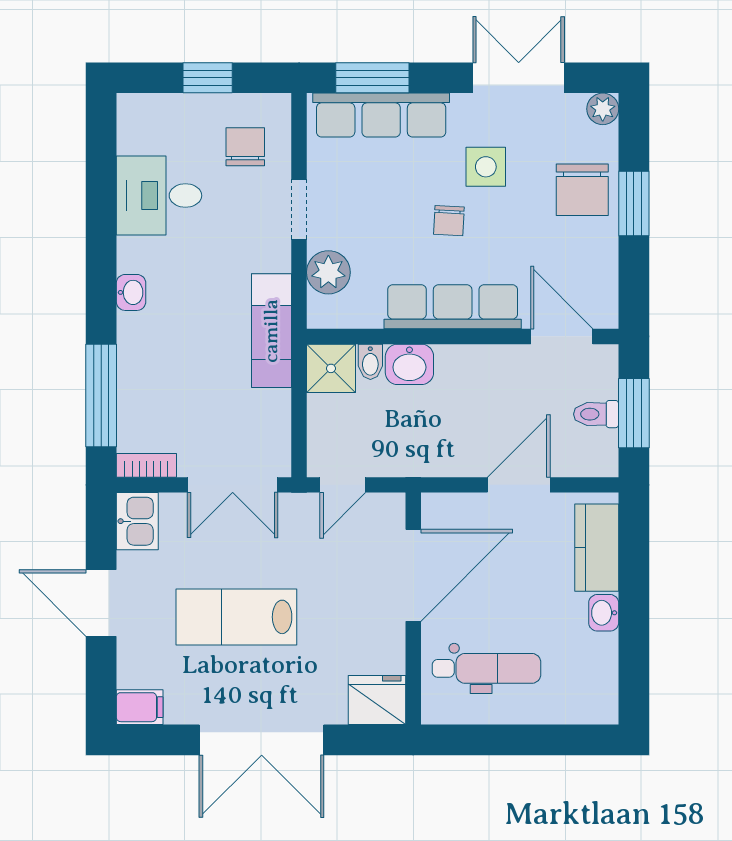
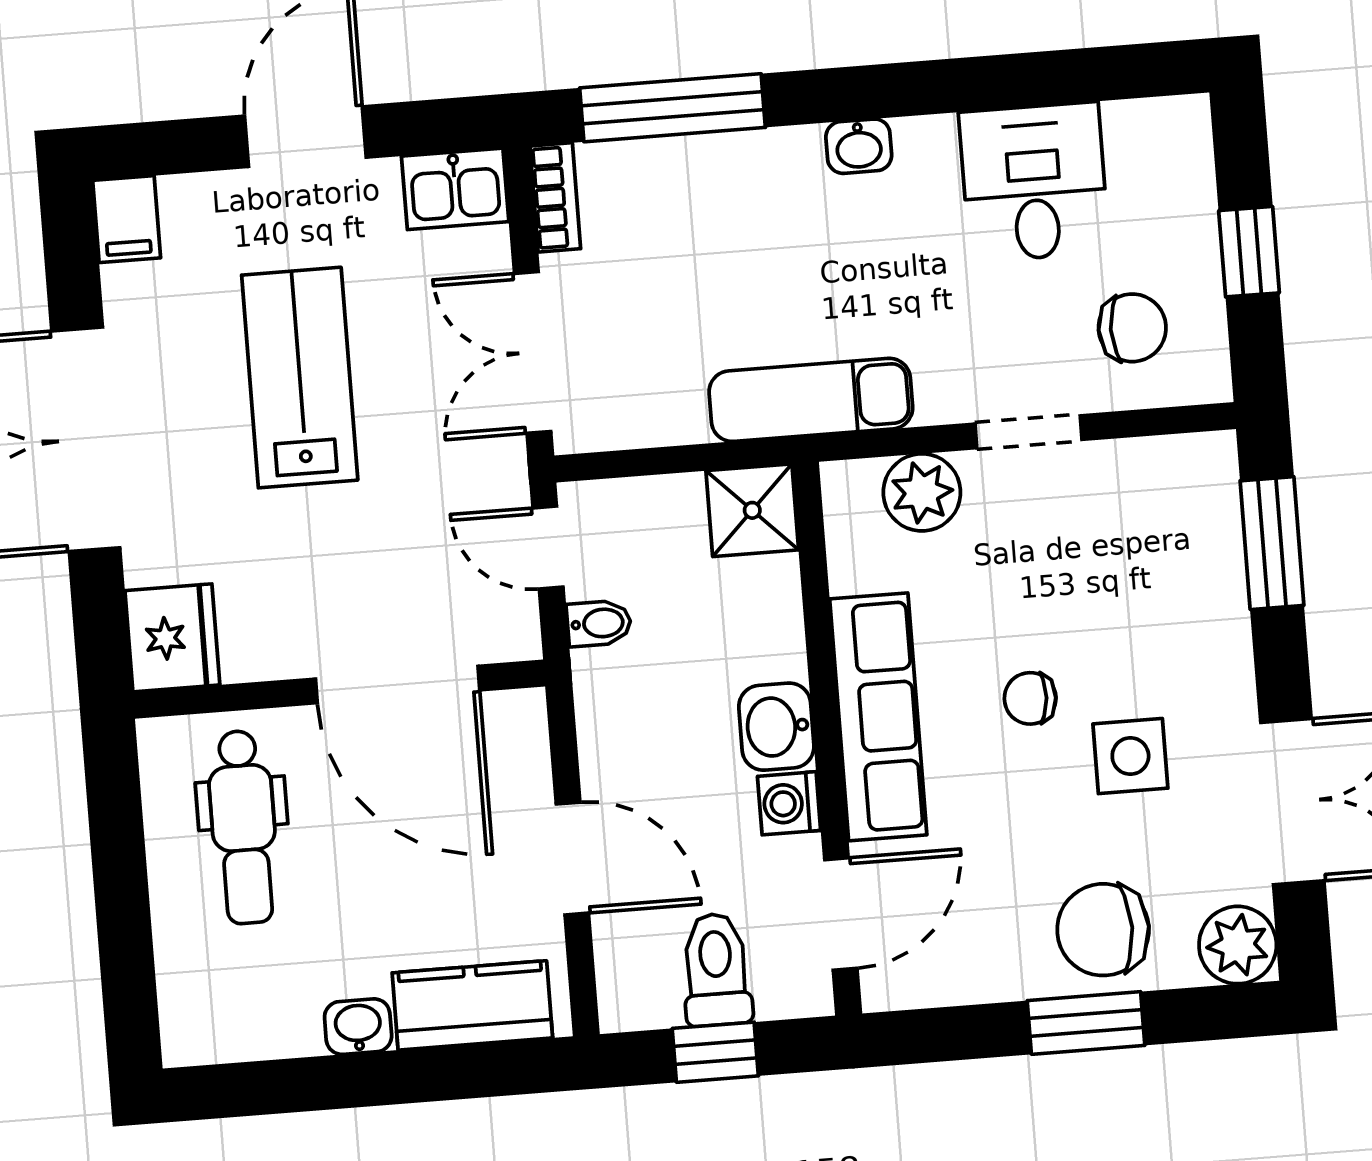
plant: (603, 109) -> (1238, 945), width x1.38, depth x1.38
row of seats: (381, 115) -> (1207, 564), removed
washing machine: (497, 361) -> (789, 803), added
bidet: (370, 362) -> (599, 623), moved, turned 180
washbasin: (409, 364) -> (776, 727), moved
window: (634, 413) -> (715, 1052), width x0.67
toilet: (596, 414) -> (716, 969), width x1.37, depth x1.39

